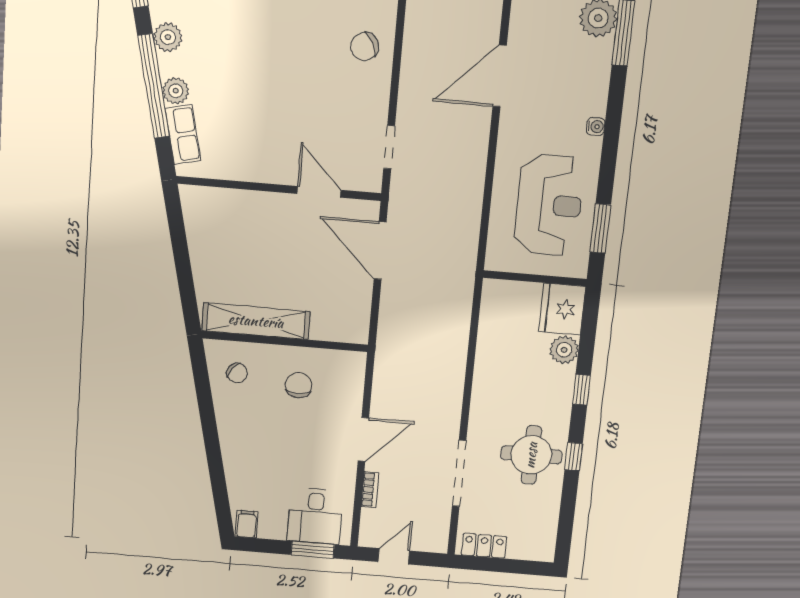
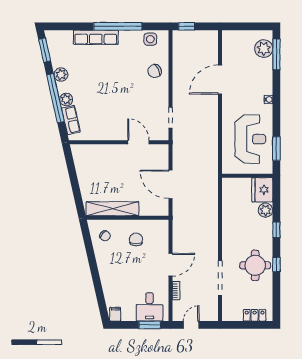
door: (380, 251) -> (170, 184), moved
locker: (484, 546) -> (255, 315), moved

